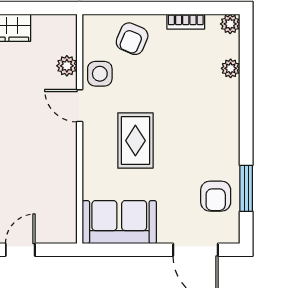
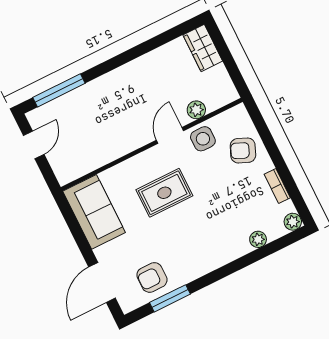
door: (20, 250) -> (34, 145), hinge flipped

